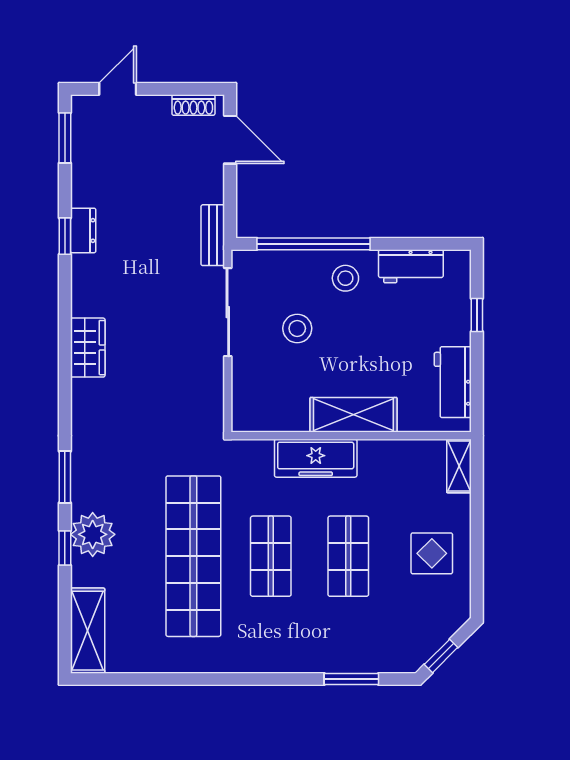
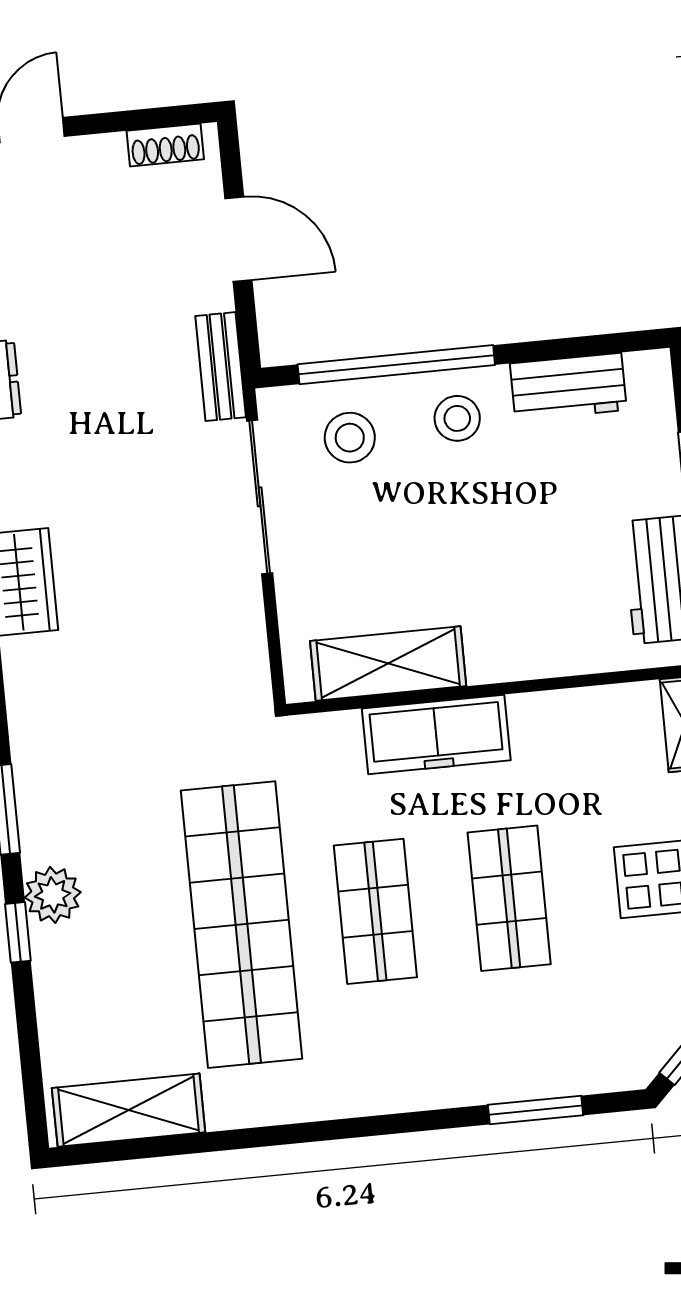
door: (230, 140) -> (238, 239), moved
stool: (297, 328) -> (350, 438), moved
shelving: (353, 415) -> (388, 664), moved
plant: (93, 534) -> (53, 895), width x0.73, depth x0.73
shelving: (88, 631) -> (129, 1110), moved, turned 90

